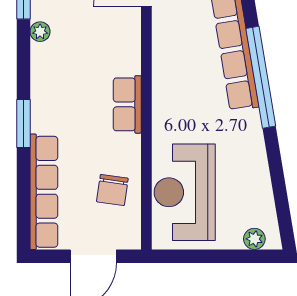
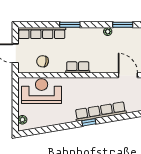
window: (261, 77) -> (89, 122), width x0.32

